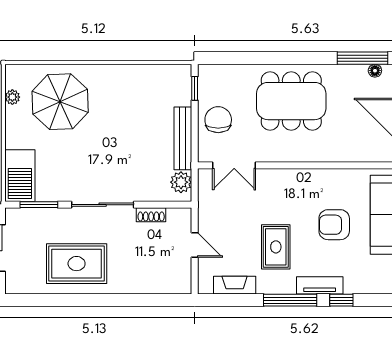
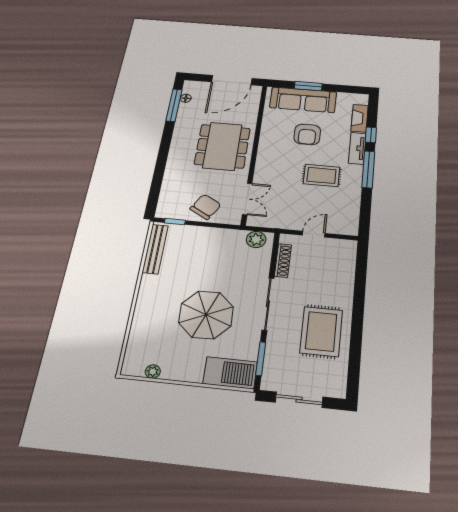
dining table: (291, 101) -> (222, 146), moved
parasol: (60, 102) -> (206, 315), moved
chair: (218, 120) -> (206, 207), turned 120
bench: (183, 138) -> (155, 249), moved, turned 90
shoe rack: (151, 215) -> (283, 260), width x1.43
fireplace: (235, 285) -> (360, 118), moved

